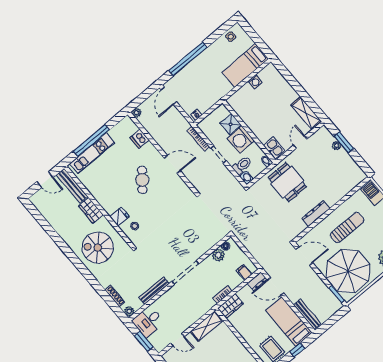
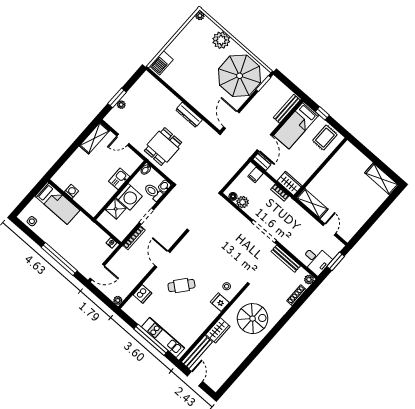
kitchen sink: (274, 148) -> (119, 179), moved
sun lounger: (347, 227) -> (198, 83), removed
spiral stairs: (98, 248) -> (253, 319), turned -90

